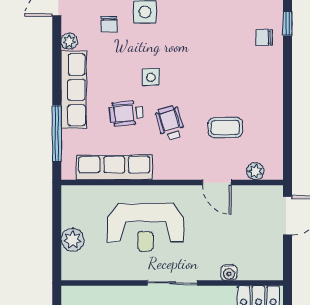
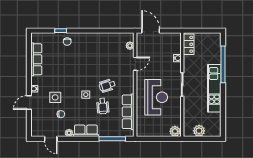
row of seats: (74, 90) -> (86, 131), width x0.68
coffee table: (225, 128) -> (109, 60), removed
plant: (73, 240) -> (175, 131), moved

